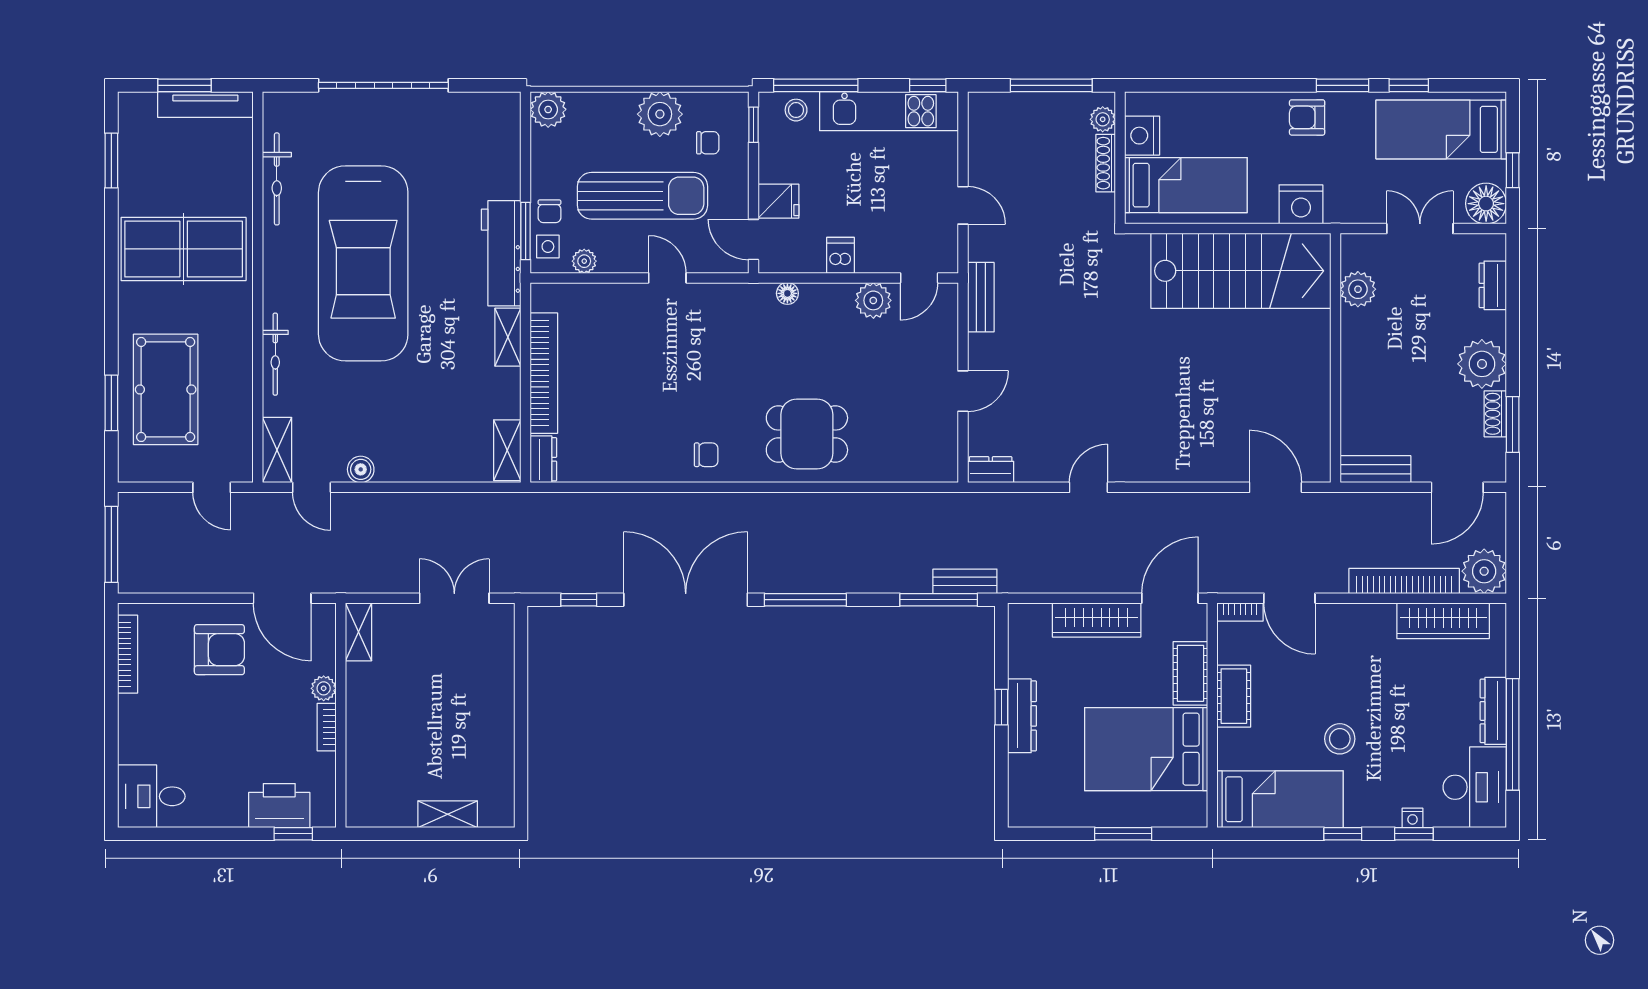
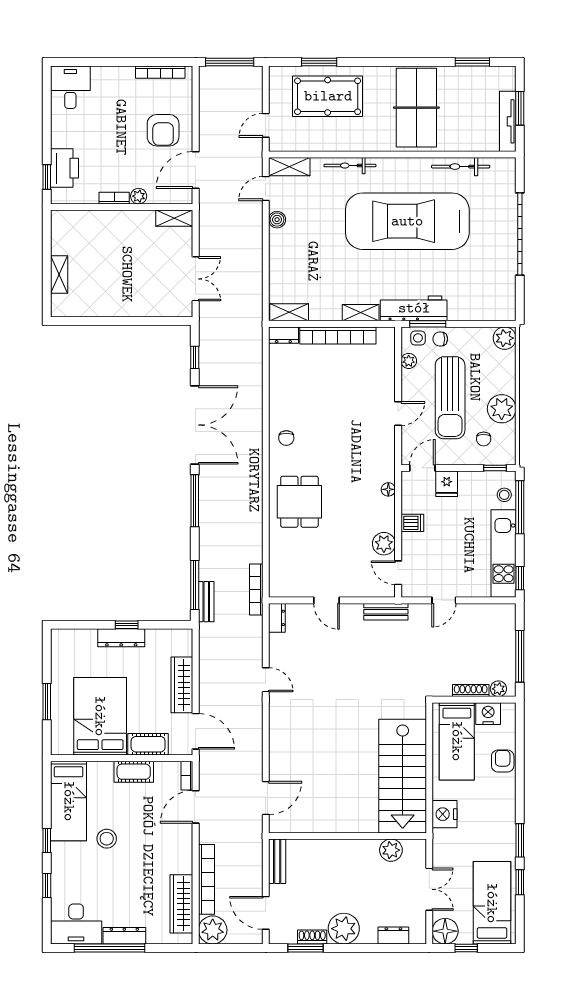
armchair: (1307, 117) -> (503, 761), moved
bookcase: (946, 502) -> (256, 590), added
nightstand: (1413, 818) -> (57, 885), removed

